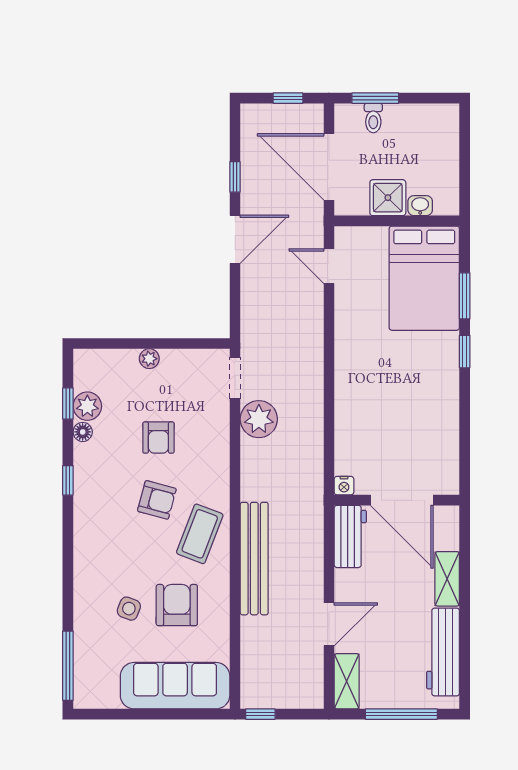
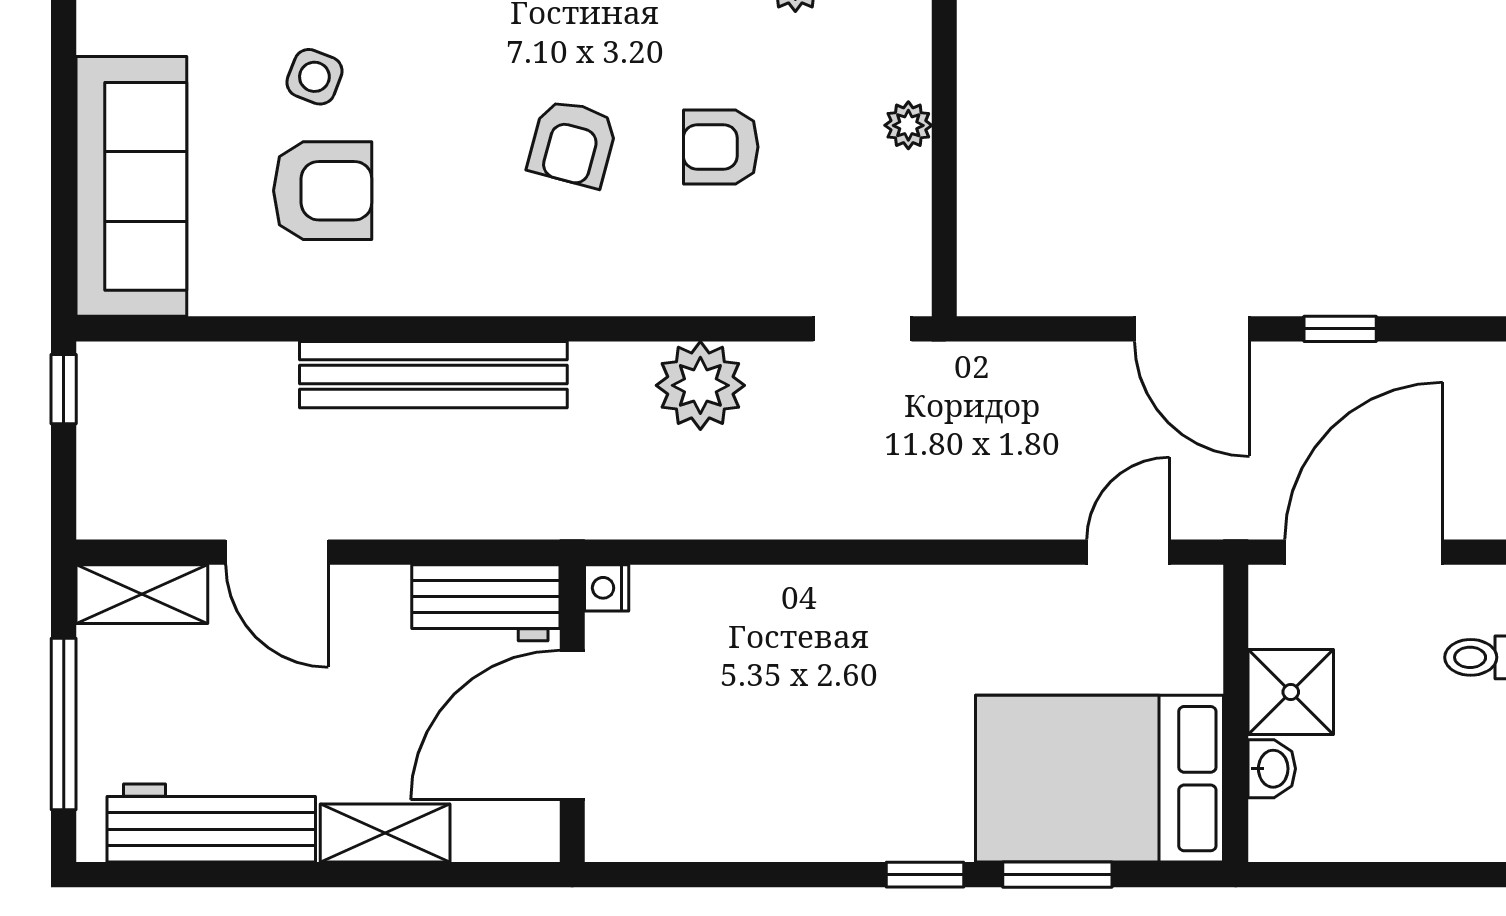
plant: (259, 419) -> (700, 385), moved
coffee table: (200, 534) -> (492, 245), removed

